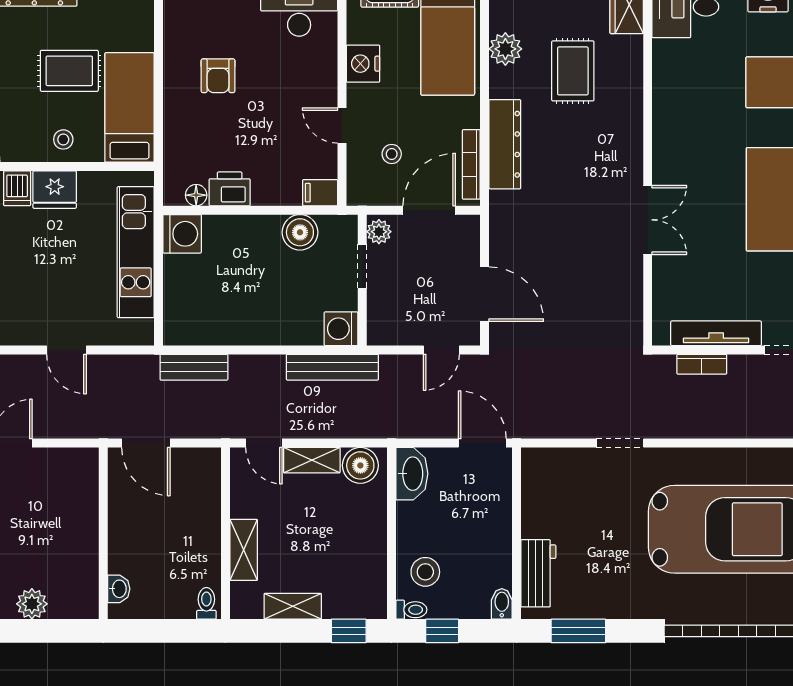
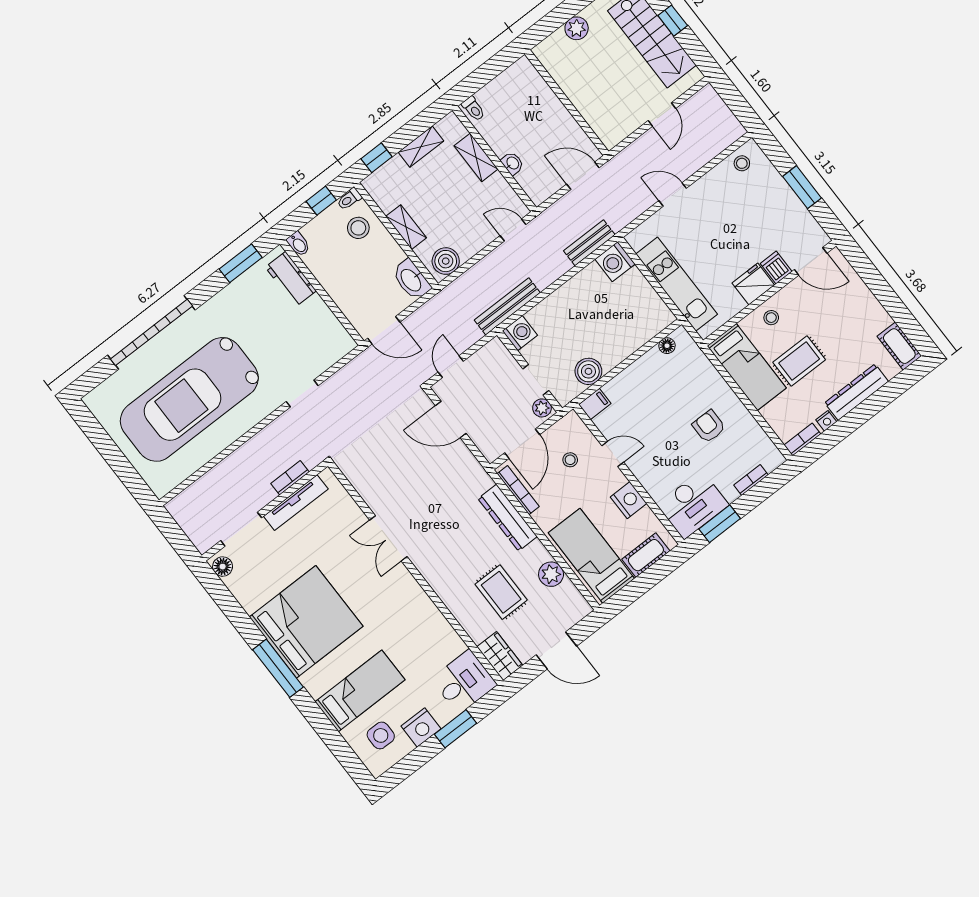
printer: (230, 189) -> (650, 365), removed
washing machine: (182, 234) -> (615, 262), moved
shelving: (312, 460) -> (406, 227), moved, turned 90
washbasin: (119, 589) -> (512, 163), moved, turned 180

